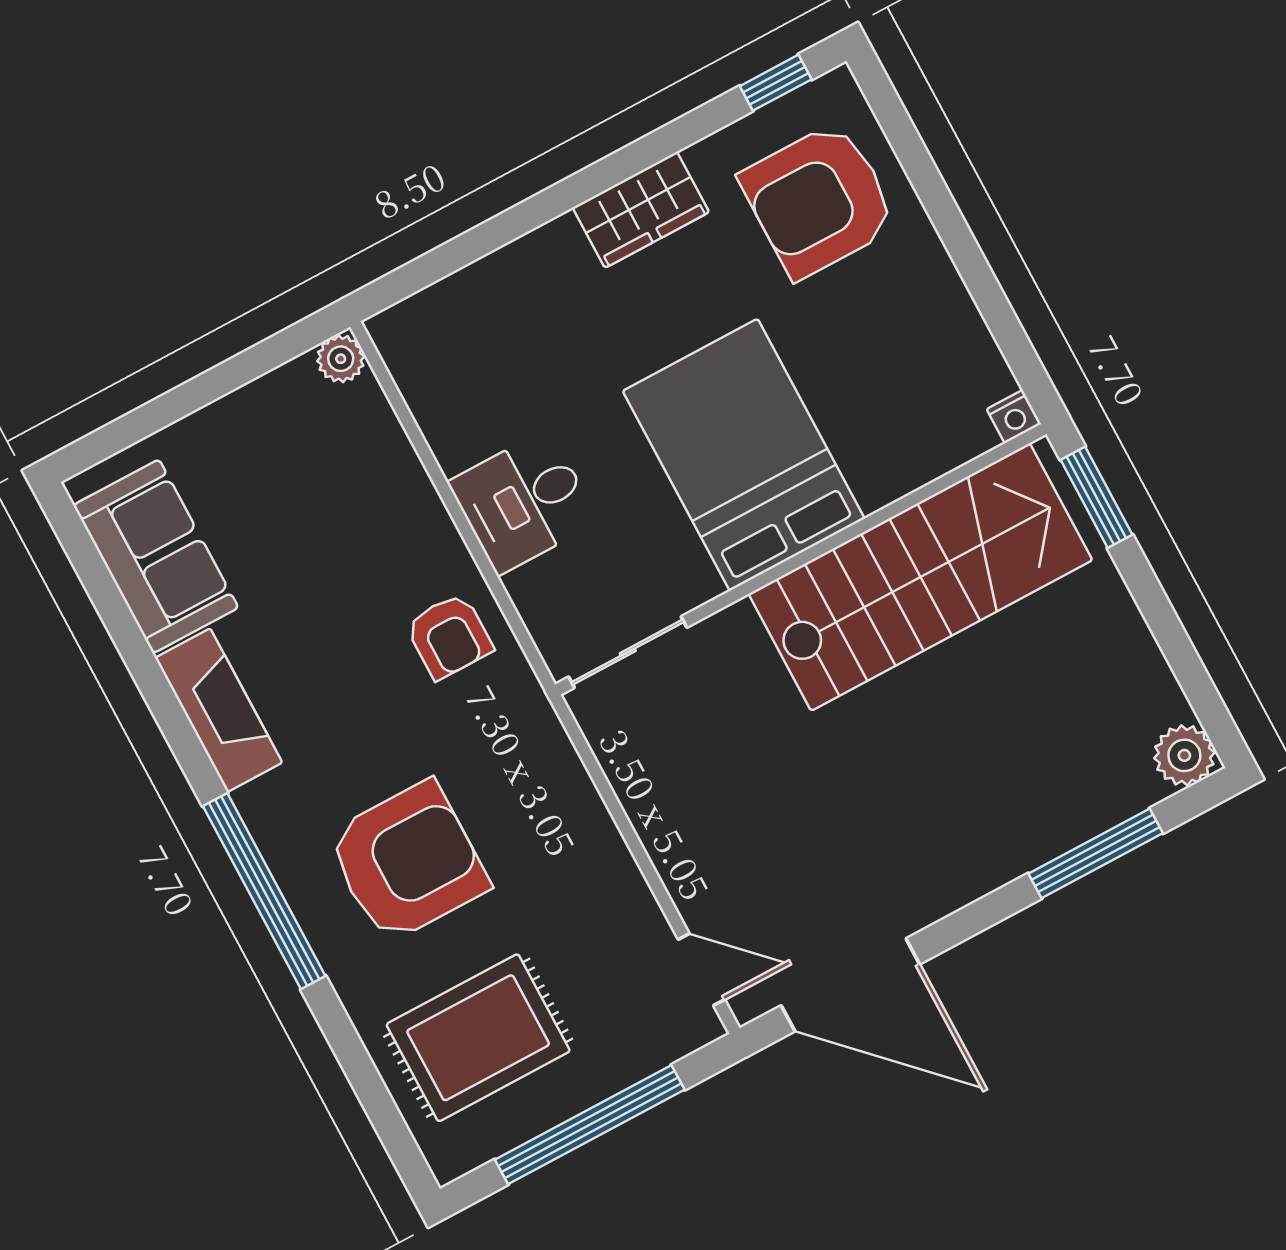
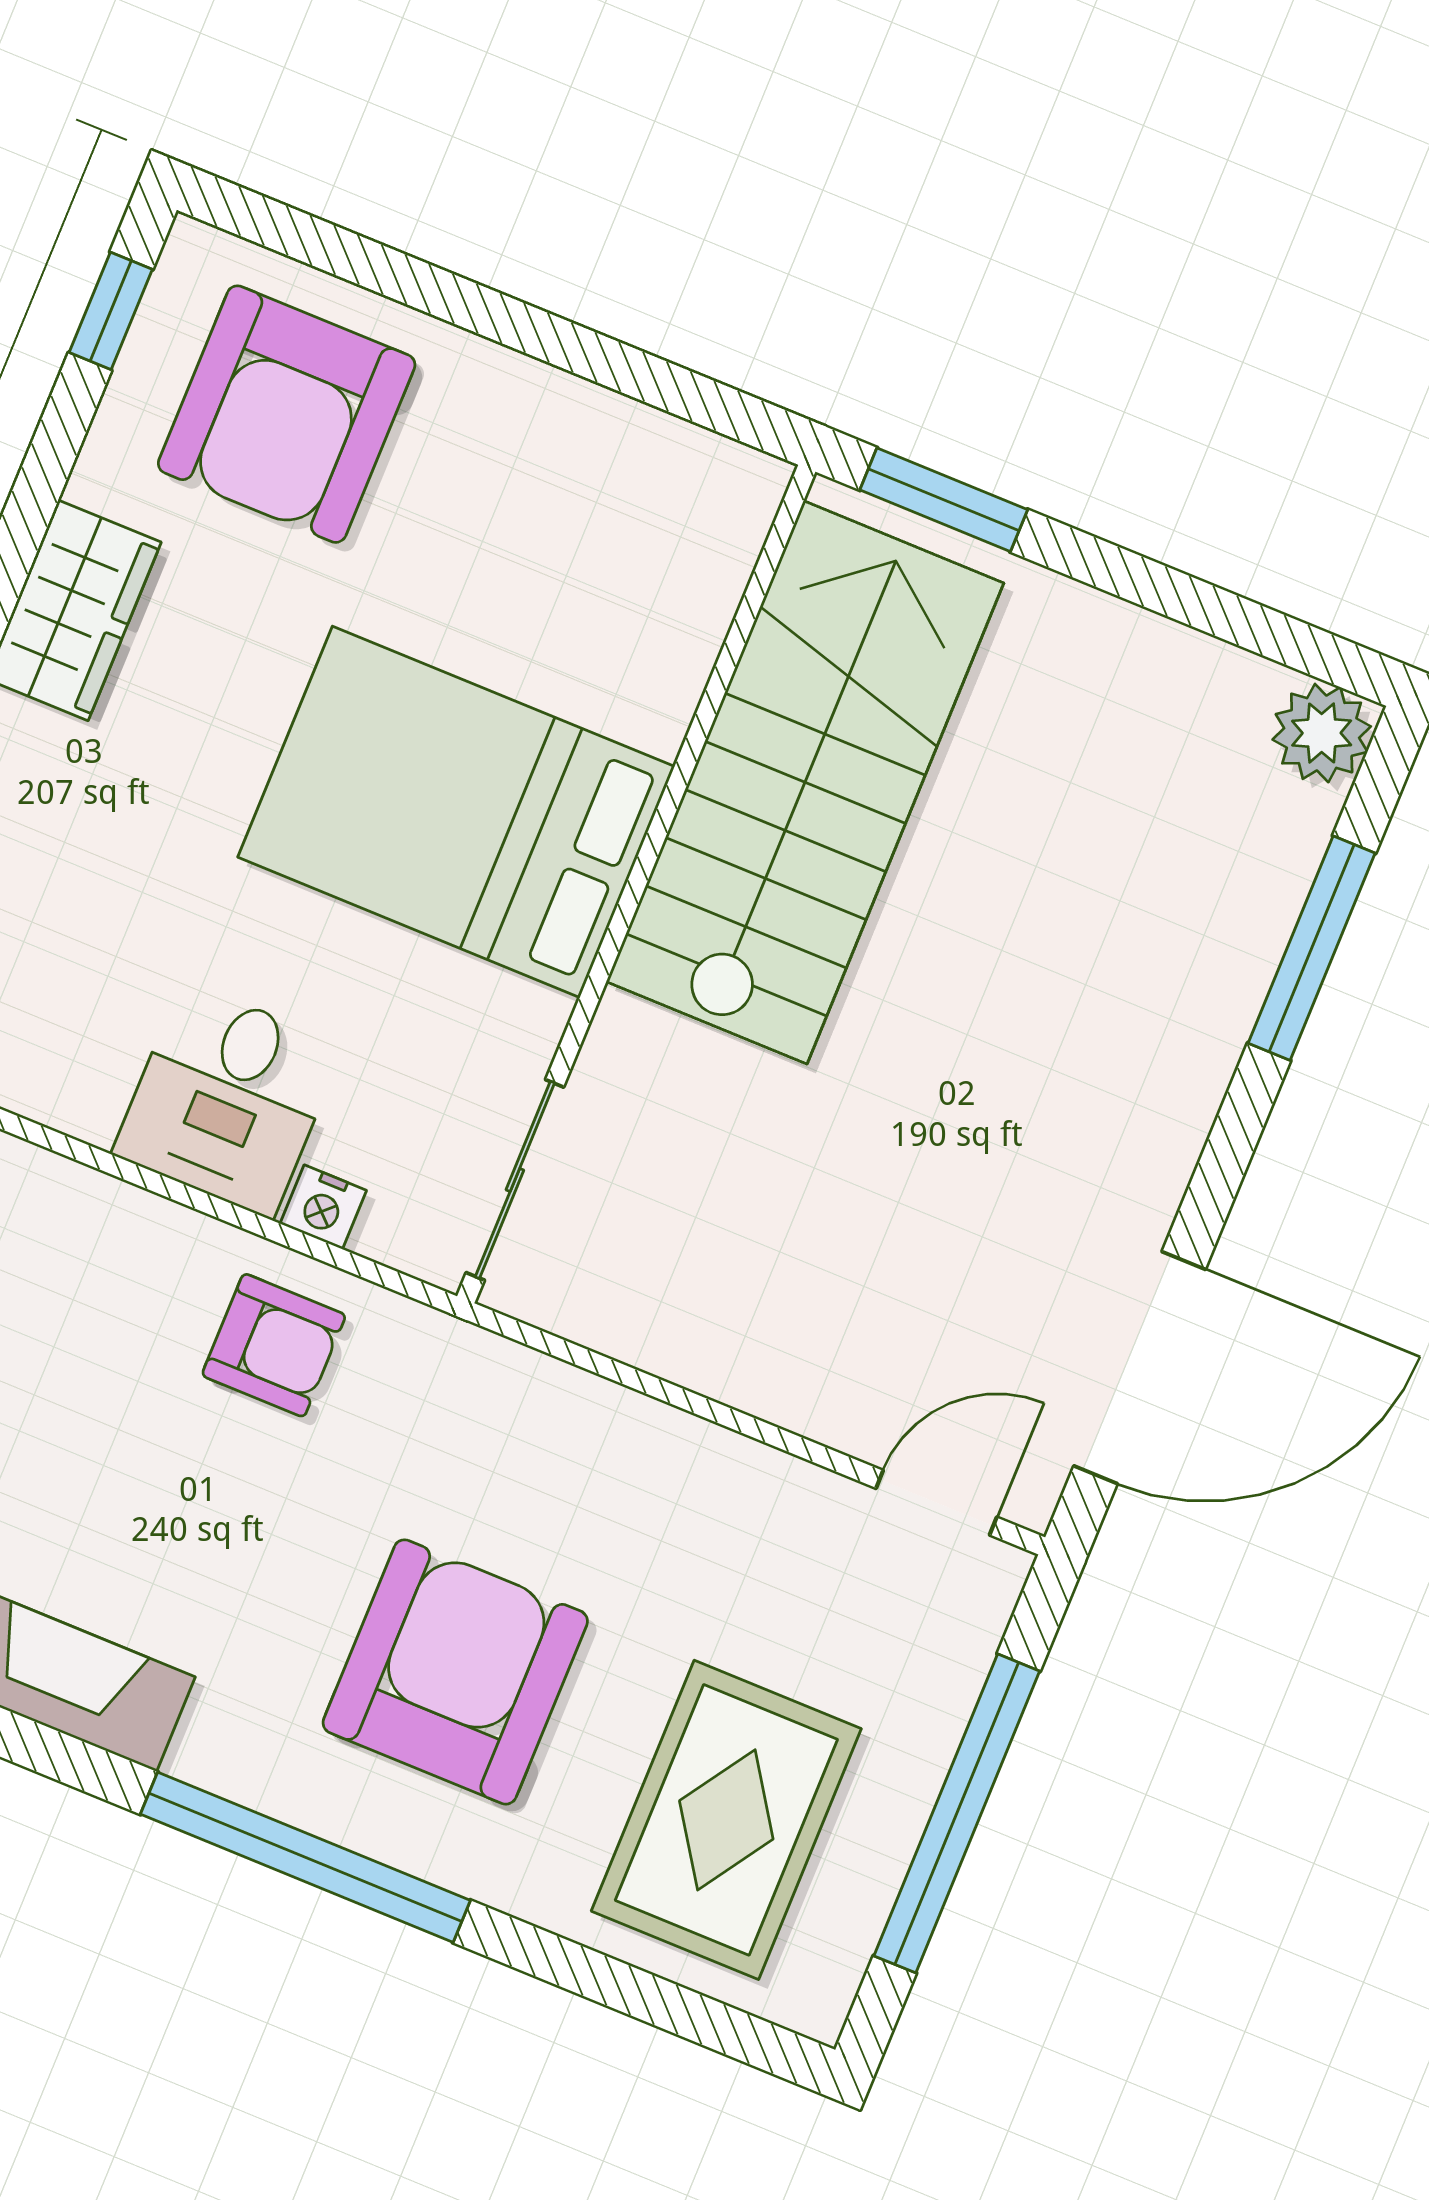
nightstand: (1014, 417) -> (323, 1207), moved, turned 90

